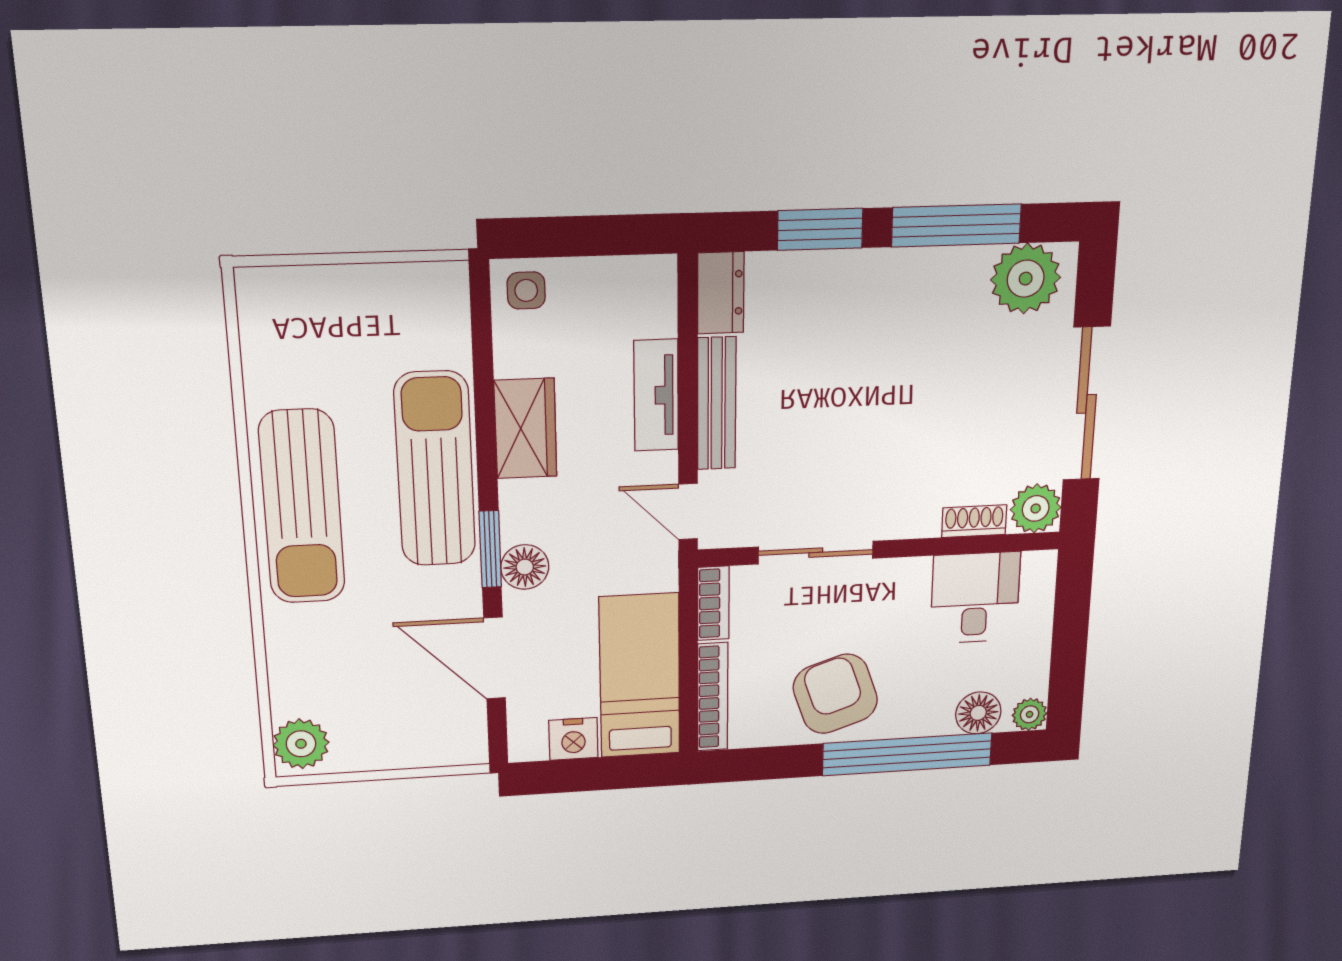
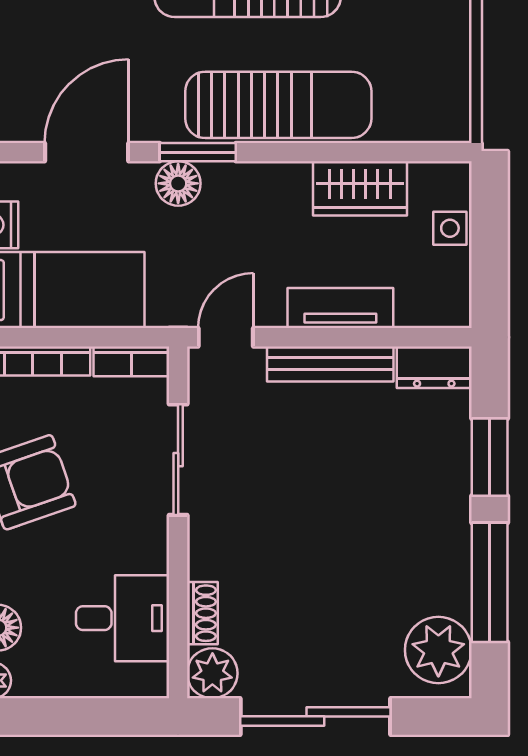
side table: (526, 290) -> (450, 228), moved
wardrobe: (526, 428) -> (360, 188), moved

